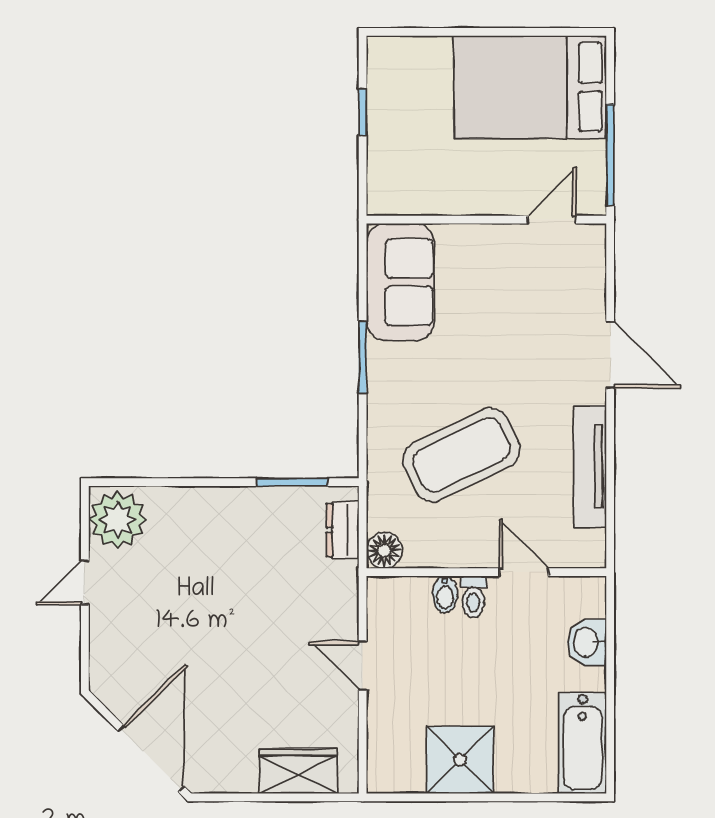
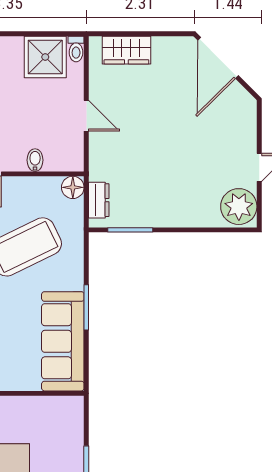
sofa: (400, 282) -> (63, 341), width x1.36
toilet: (473, 597) -> (76, 49), moved, turned 180
shower: (460, 760) -> (45, 57), moved

